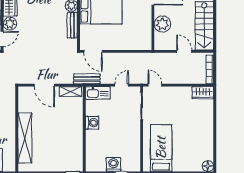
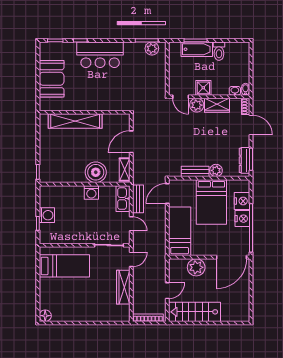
bed: (129, 40) -> (180, 231), added
bench: (87, 79) -> (138, 199), moved
wardrobe: (203, 93) -> (123, 287), moved, width x1.50
boiler: (73, 119) -> (96, 172), added

